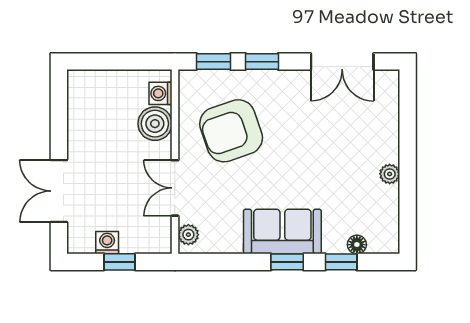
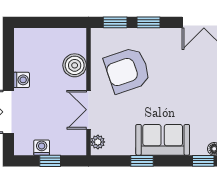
washing machine: (160, 93) -> (22, 80), moved, turned 180
window: (287, 262) -> (142, 161), moved

